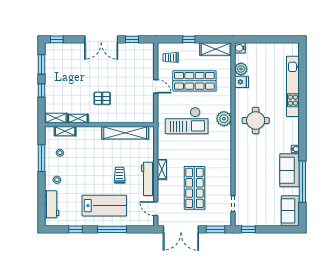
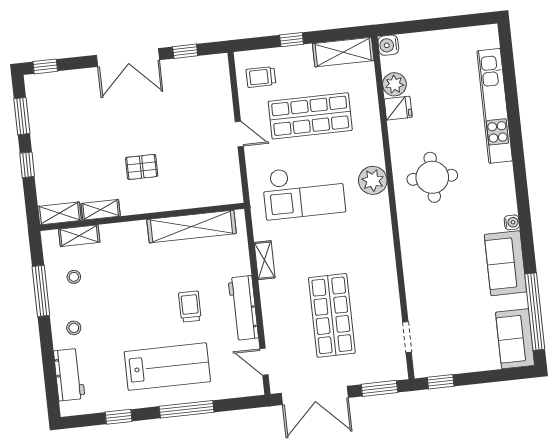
shelving: (162, 169) -> (265, 260), moved
window: (302, 182) -> (535, 312), moved

